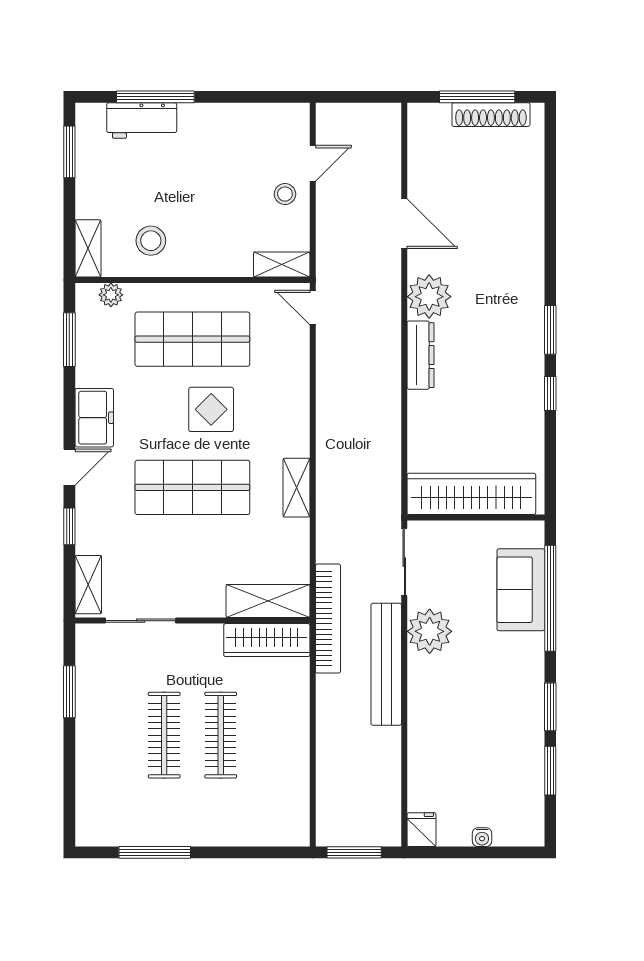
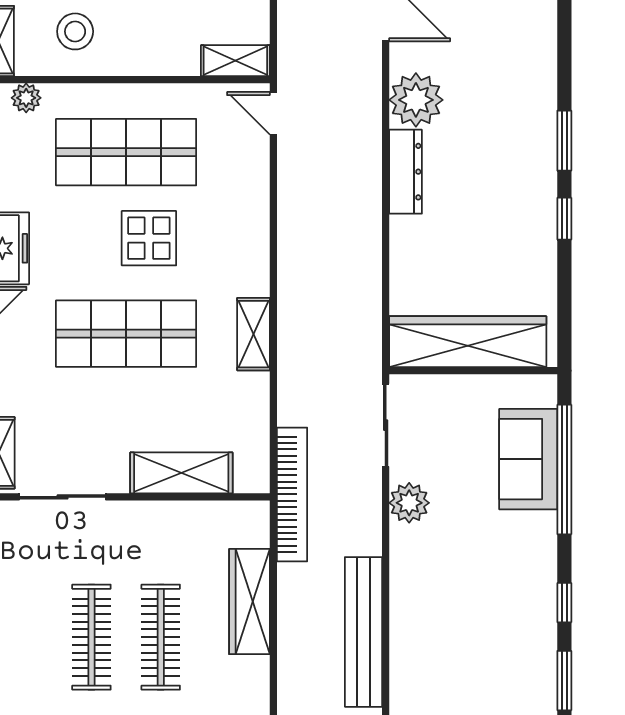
shelving: (268, 601) -> (181, 473), moved
plant: (430, 631) -> (409, 503), width x0.73, depth x0.73
wardrobe: (267, 640) -> (249, 602), moved, turned 90
bench: (386, 664) -> (363, 632), moved
window: (550, 707) -> (564, 603), width x0.67

